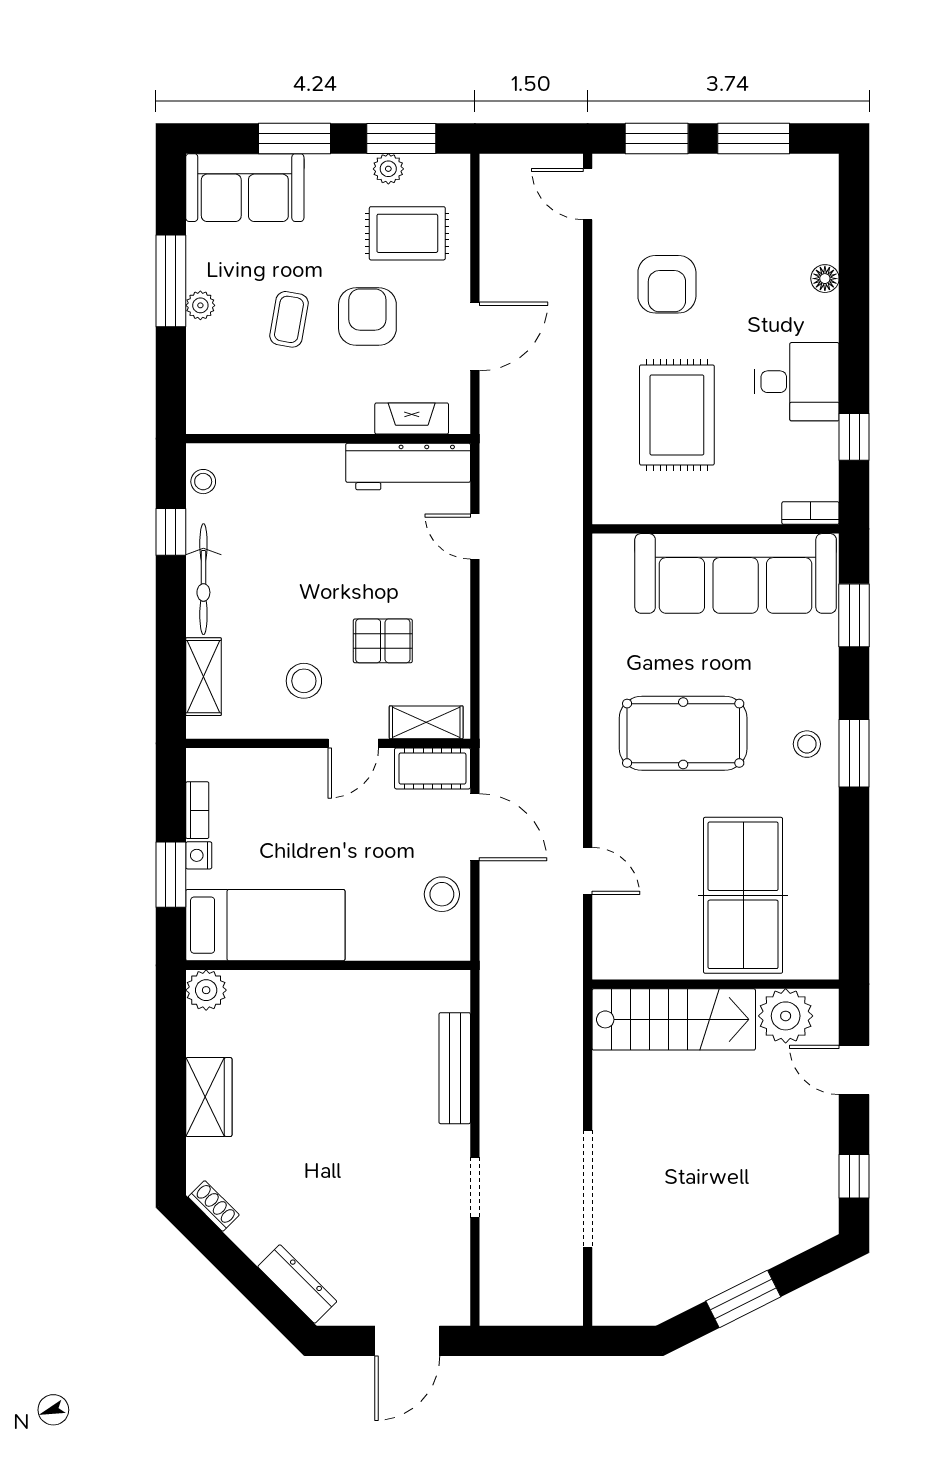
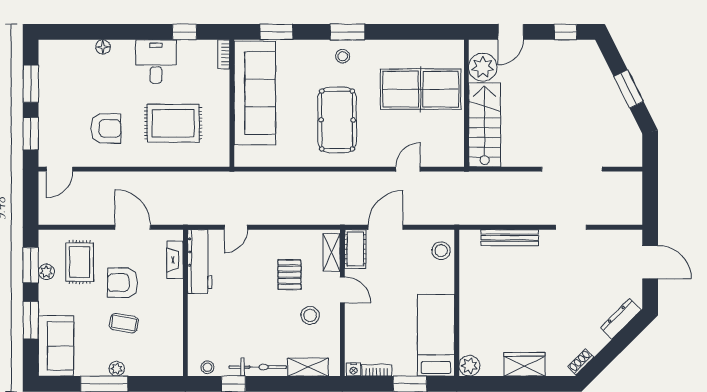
nightstand: (199, 855) -> (353, 370), moved
stool: (442, 894) -> (441, 251), moved

